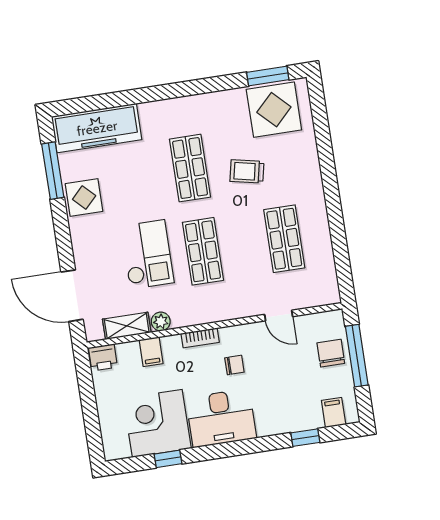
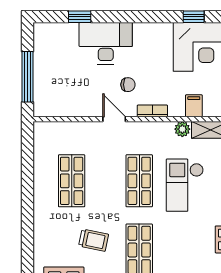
door: (279, 316) -> (114, 119), moved
chair: (331, 353) -> (48, 82), removed
chair: (234, 365) -> (128, 85), turned 180
filing cabinet: (334, 412) -> (53, 34), removed
desk: (221, 418) -> (106, 43), moved

